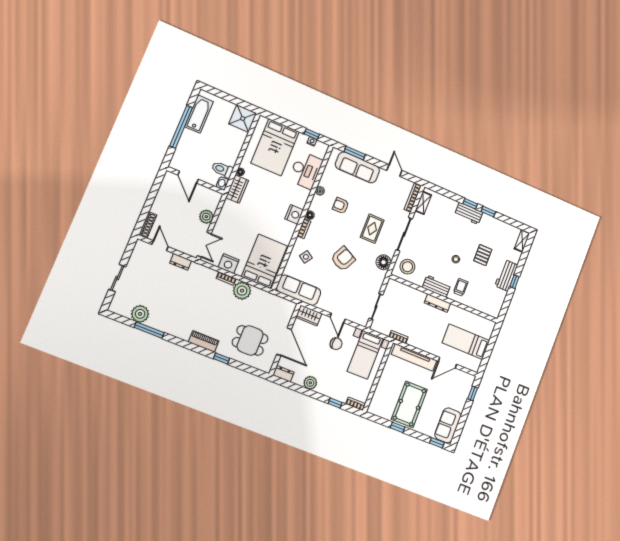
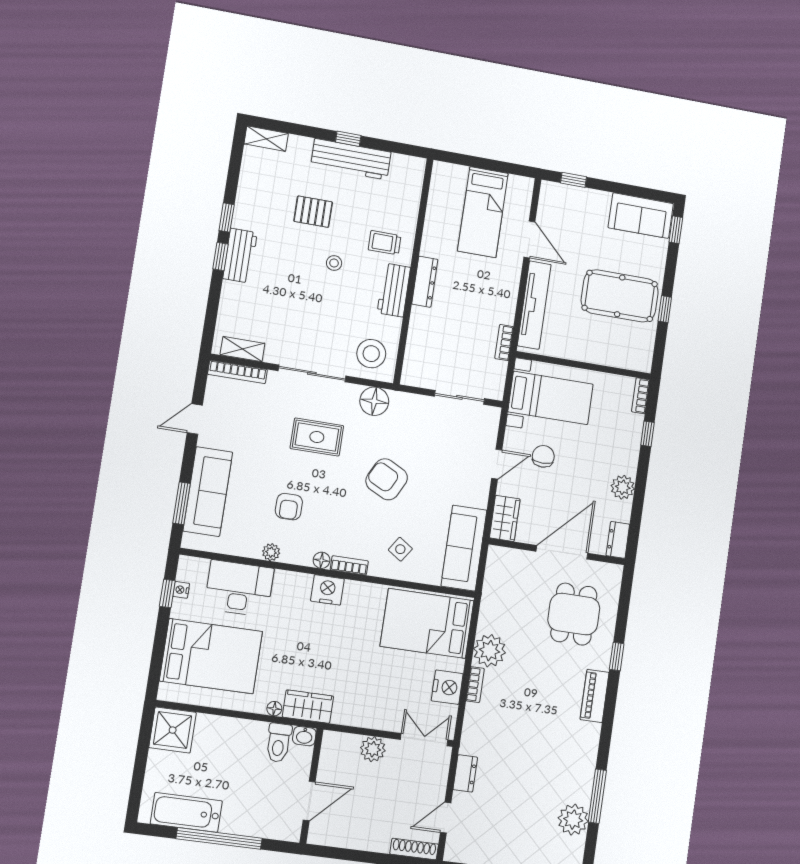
workbench: (506, 275) -> (351, 159), width x1.38

